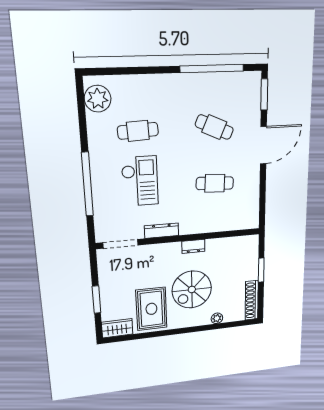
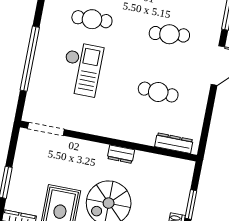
cafe table: (214, 127) -> (169, 34), turned -30
dresser: (162, 231) -> (174, 143), moved

